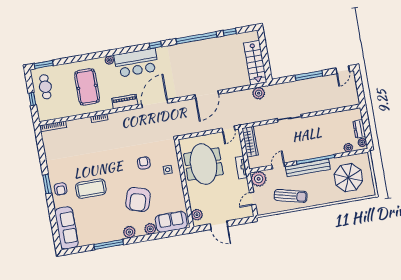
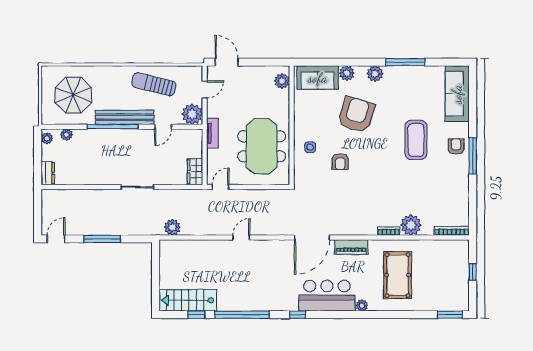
stairs: (255, 63) -> (188, 300), moved, turned -90
cafe table: (45, 87) -> (453, 285), removed
door: (207, 94) -> (241, 238), width x0.53
plant: (84, 125) -> (411, 225), added
dresser: (359, 129) -> (48, 173), moved
wardrobe: (250, 142) -> (195, 172), width x0.67
window: (47, 184) -> (473, 156), width x1.44
coffee table: (91, 189) -> (416, 140), turned 90
door: (219, 225) -> (227, 62), moved

